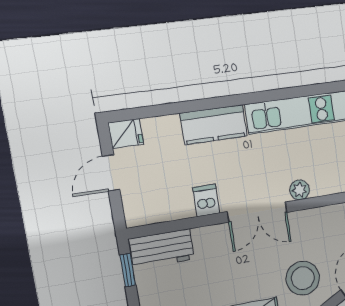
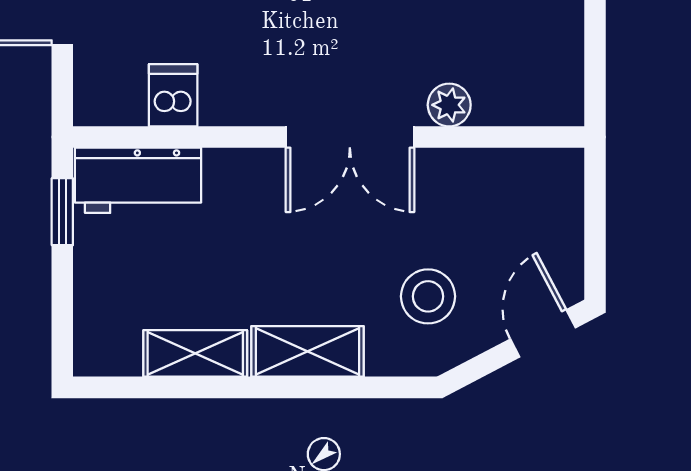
dishwasher: (206, 200) -> (173, 95), moved
stool: (303, 278) -> (428, 296), width x0.73, depth x0.73

